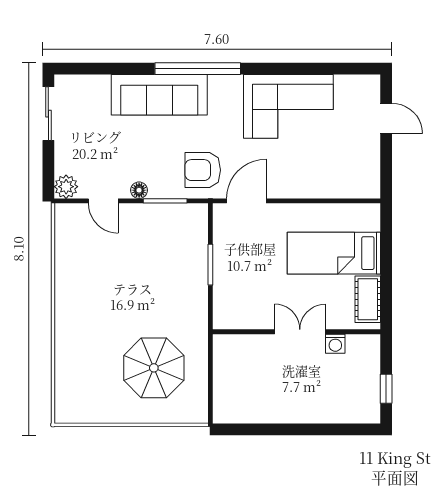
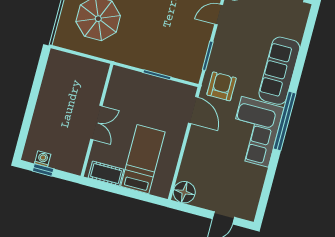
window: (198, 69) -> (285, 121), moved
corner sofa: (288, 106) -> (255, 132), moved
floor lamp: (139, 190) -> (184, 192), moved, width x1.89, depth x1.89
washing machine: (335, 344) -> (43, 159), moved, turned 90

